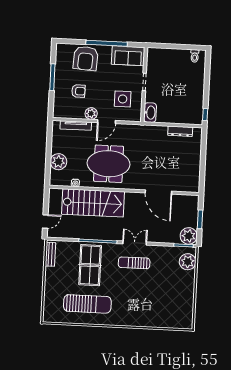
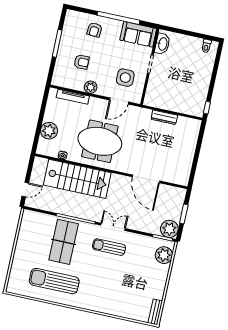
armchair: (86, 58) -> (94, 30), width x0.53, depth x0.53
washbasin: (150, 113) -> (162, 44), moved
door: (107, 122) -> (119, 101), moved
dresser: (180, 131) -> (164, 117), moved
bench: (50, 254) -> (155, 312), moved
sun lounger: (87, 304) -> (54, 281), turned 180

